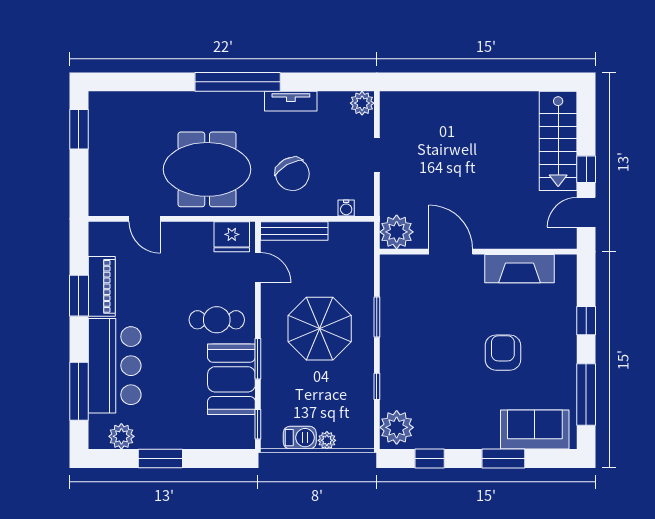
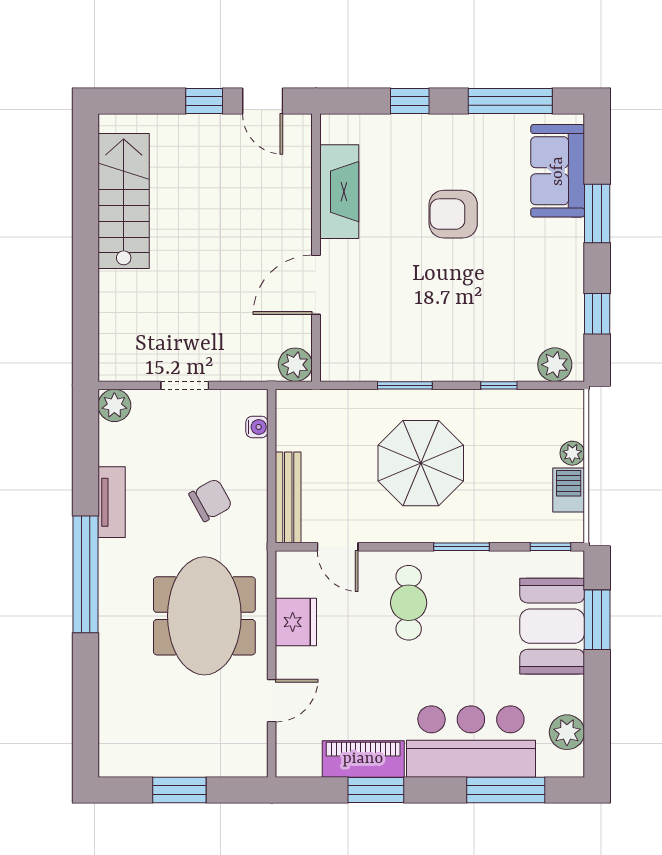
window: (79, 129) -> (179, 790), moved
stairs: (558, 141) -> (124, 201), moved, turned -90
chair: (292, 174) -> (211, 500), width x0.73, depth x0.73
plant: (397, 232) -> (295, 365), width x0.73, depth x0.73
fridge: (232, 237) -> (296, 622), moved
door: (258, 268) -> (338, 547), swing flipped
booth: (231, 379) -> (552, 626), moved, turned 90
plant: (397, 427) -> (555, 365), width x0.73, depth x0.73
window: (160, 459) -> (597, 620), moved

